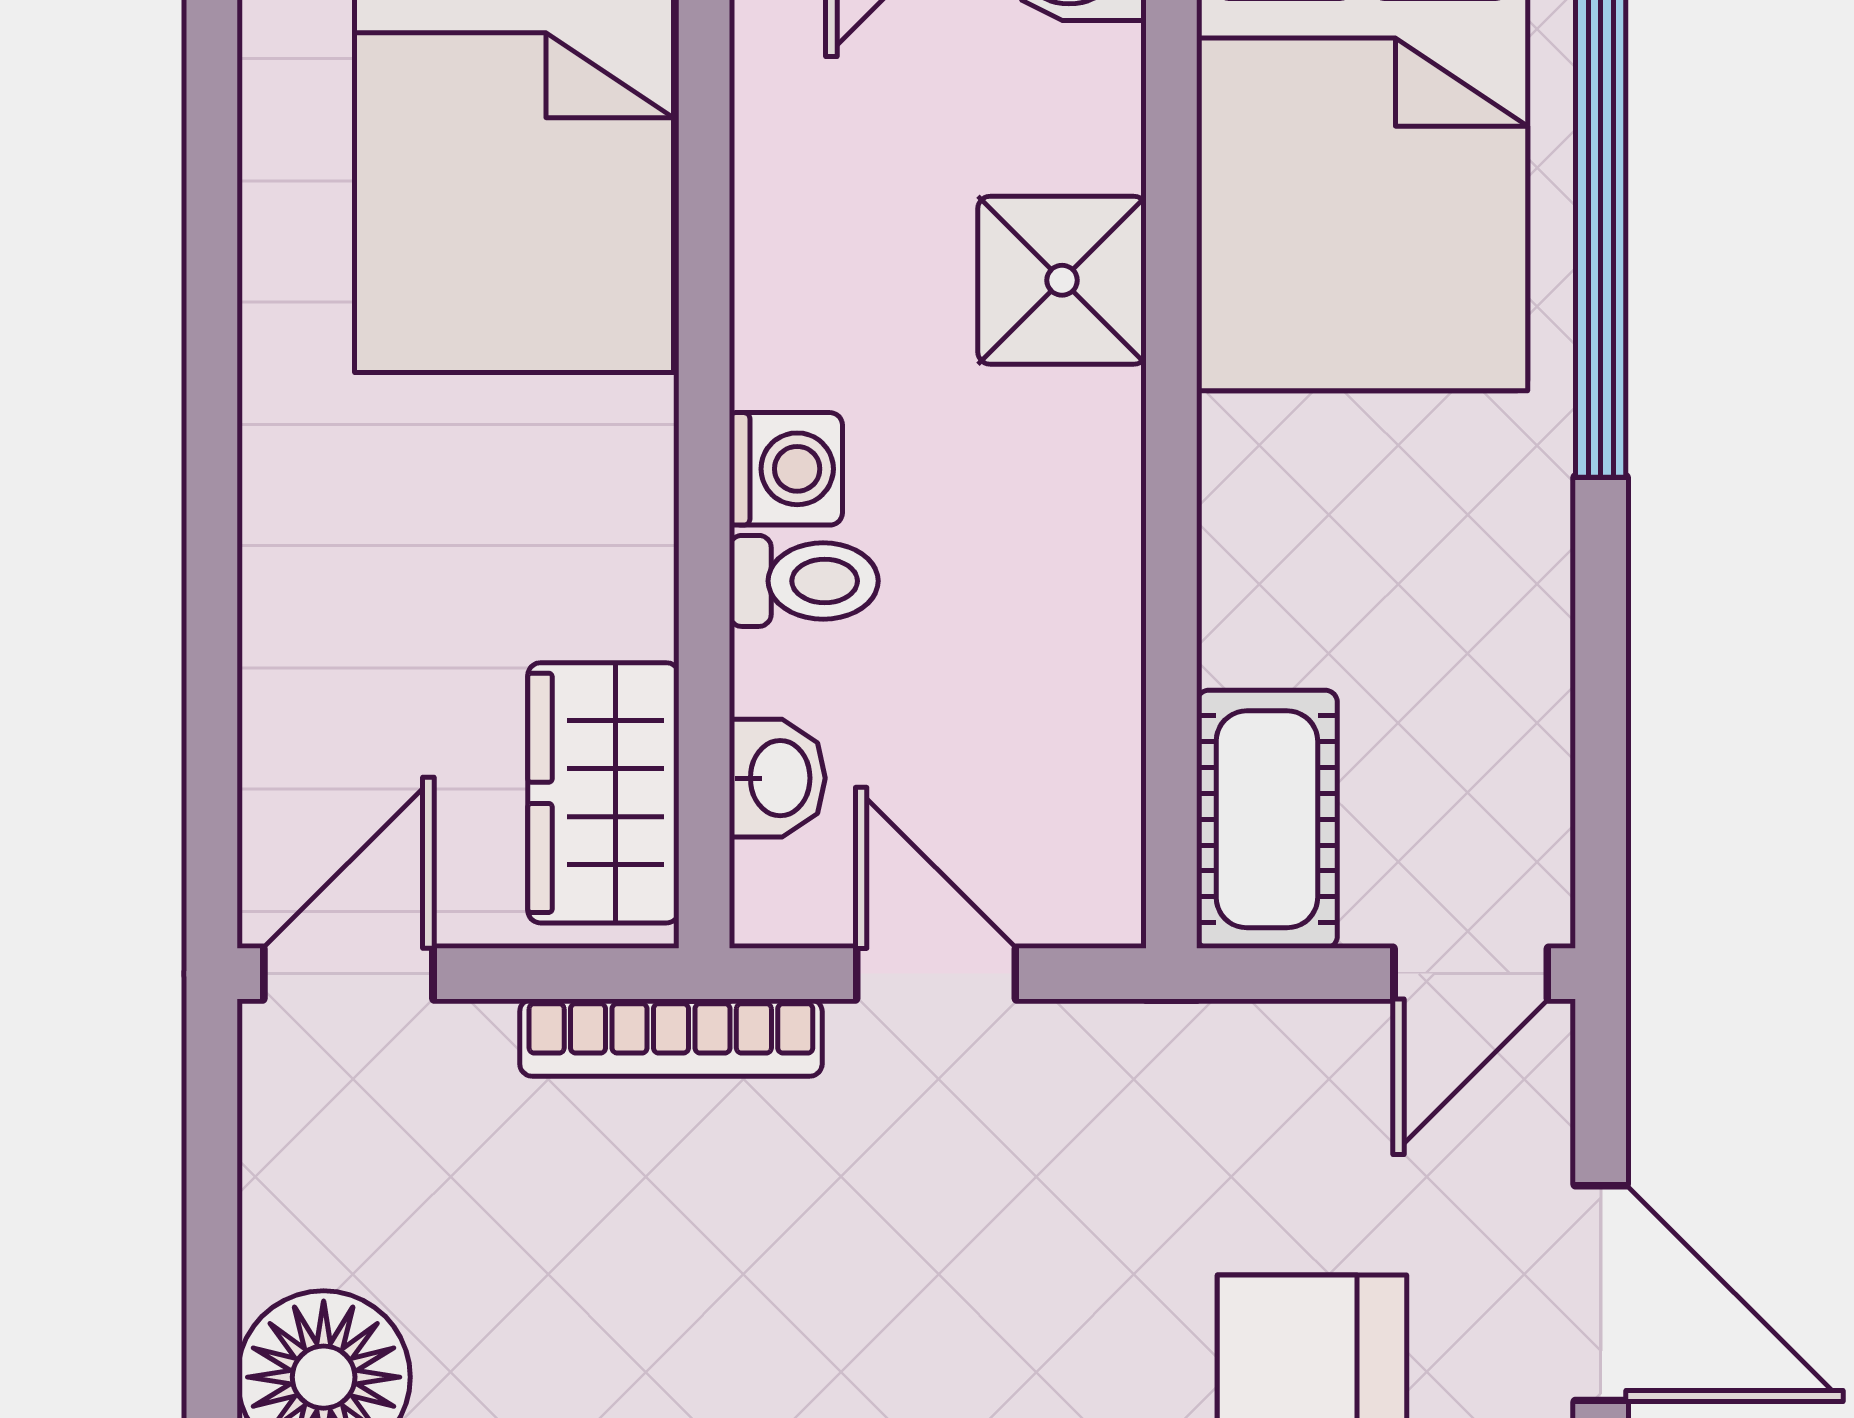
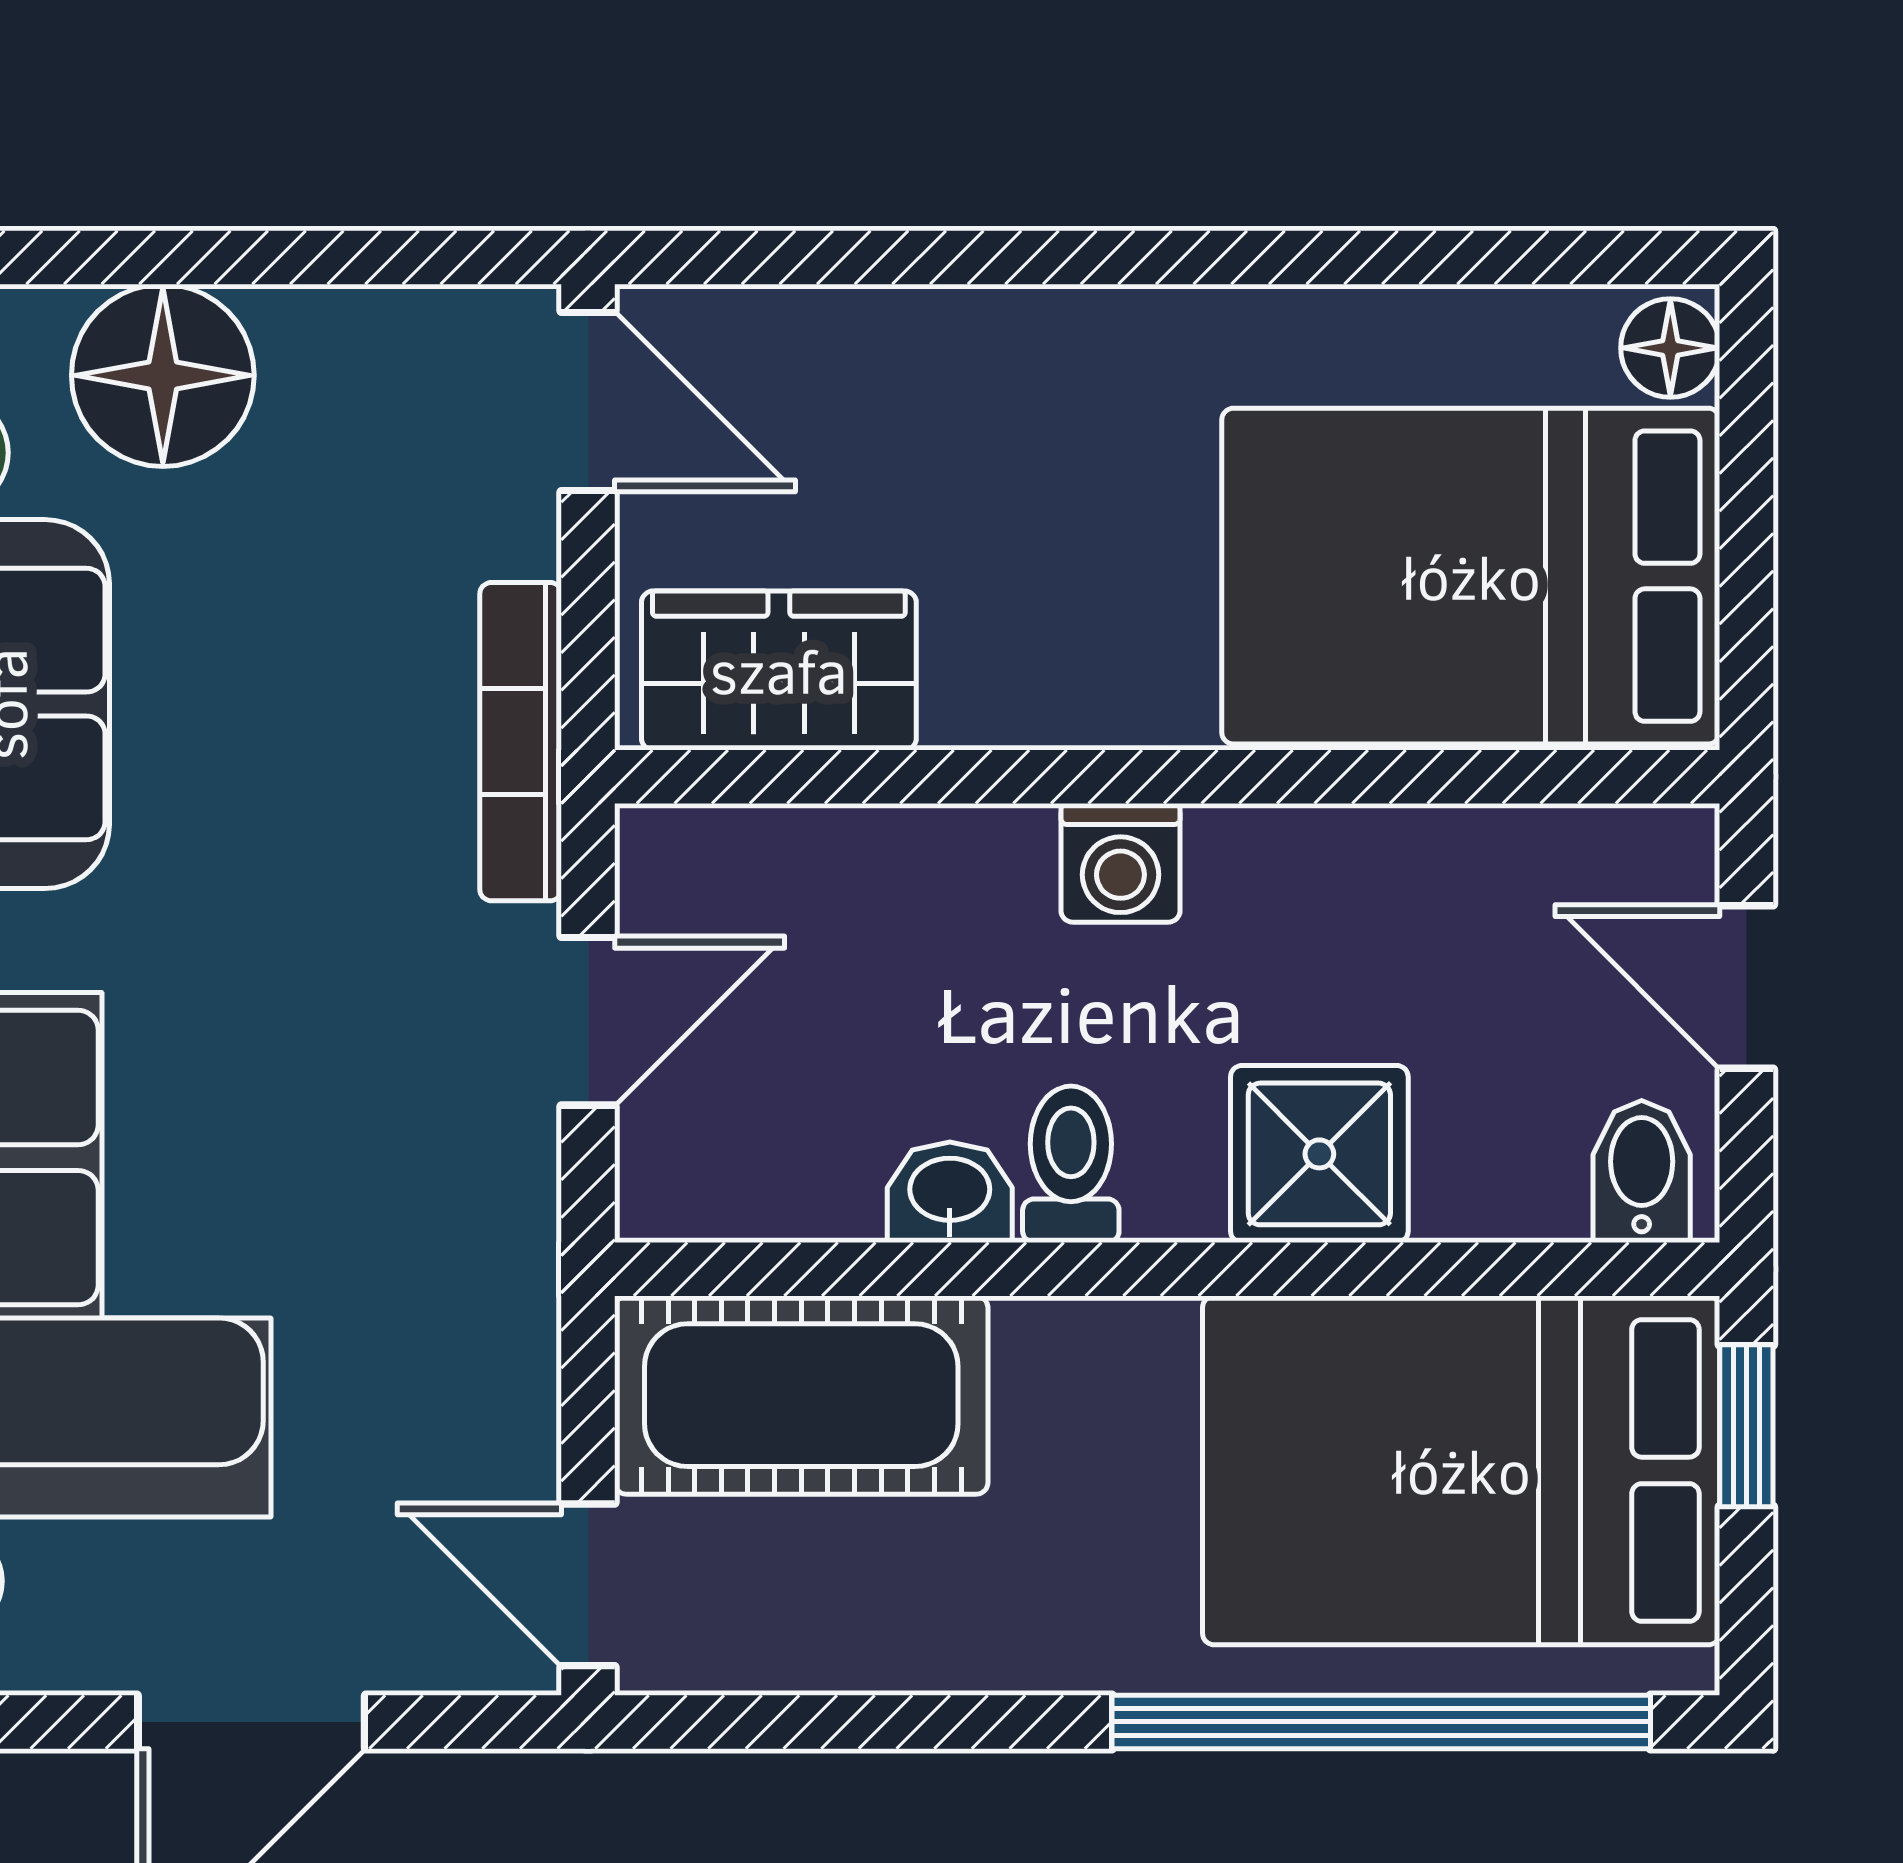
toilet: (804, 581) -> (1071, 1164), moved, turned 180
washbasin: (777, 778) -> (950, 1192), moved, turned 180
cot: (1267, 819) -> (801, 1395), width x1.37, depth x1.34

